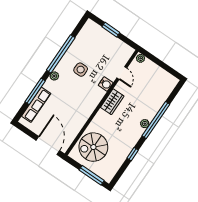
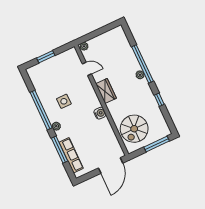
water cooler: (106, 84) -> (100, 113), moved
door: (48, 146) -> (111, 166), swing flipped

